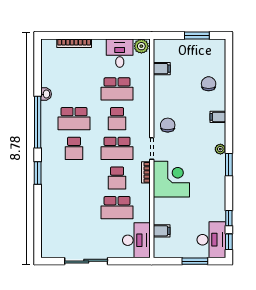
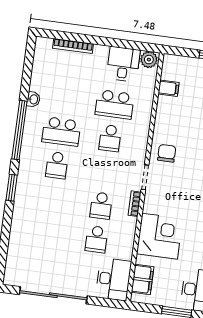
school desk: (117, 148) -> (106, 172), removed
corner desk: (171, 179) -> (160, 236), moved
school desk: (117, 208) -> (96, 239), width x0.54
filing cabinet: (162, 231) -> (143, 279), width x2.00
sliding door: (86, 261) -> (53, 295), width x1.36

